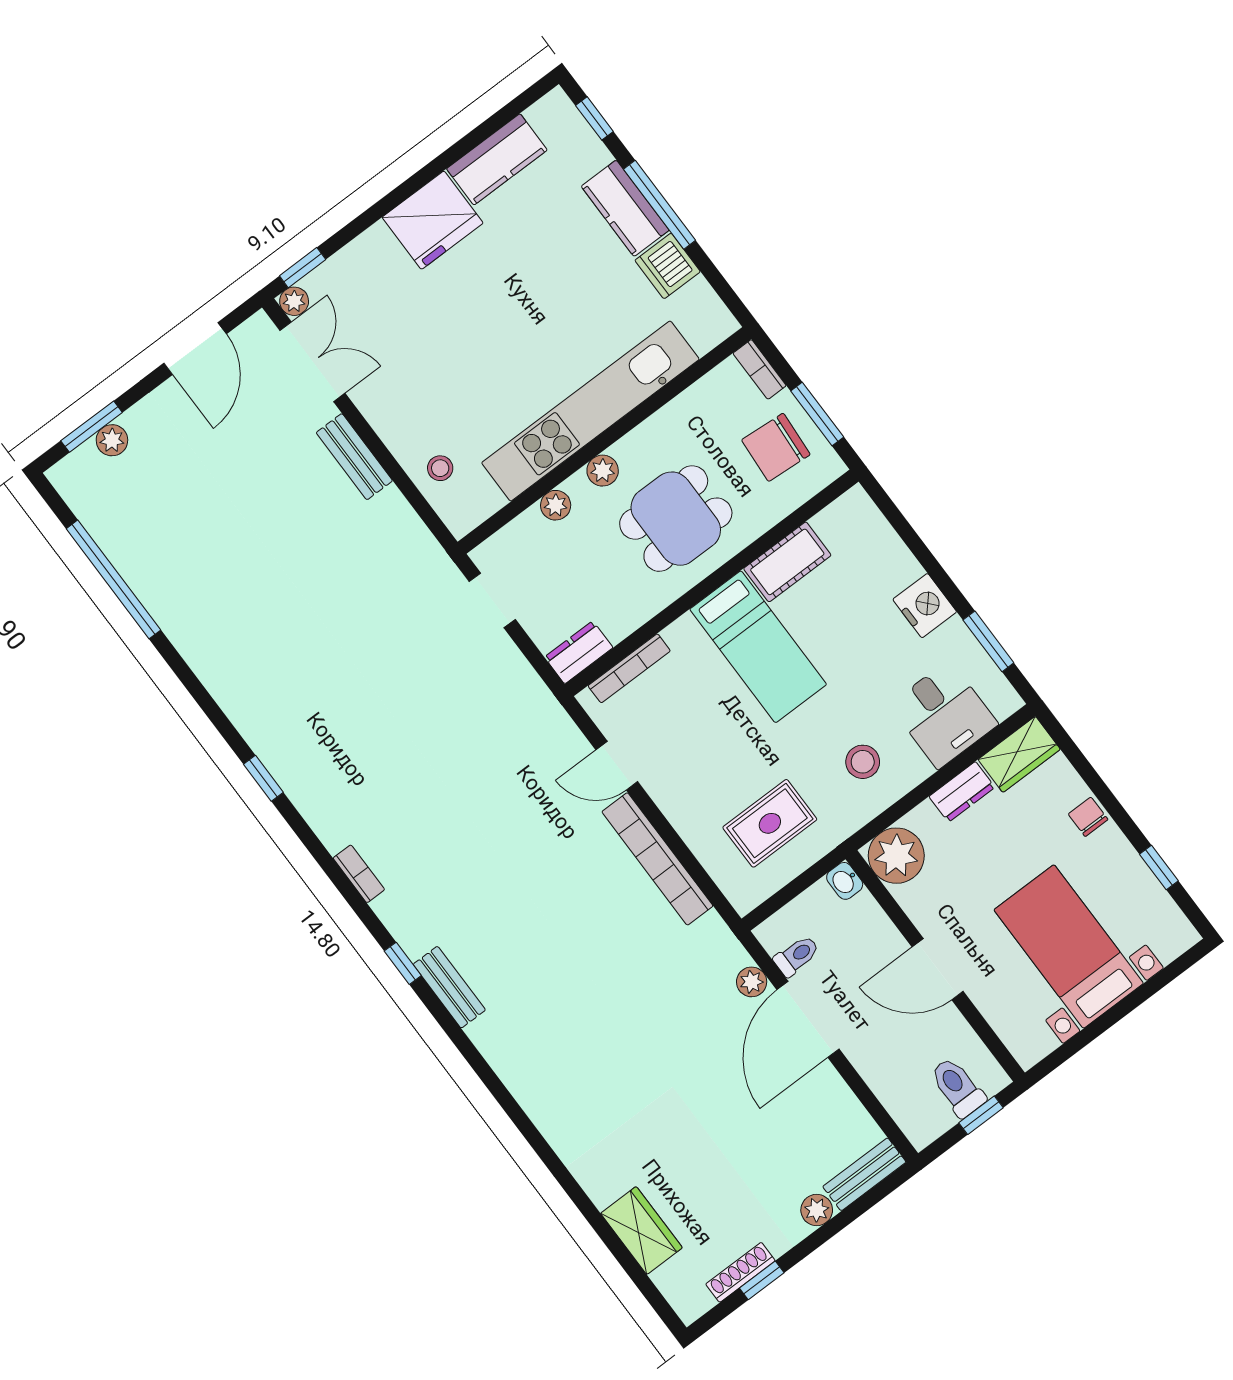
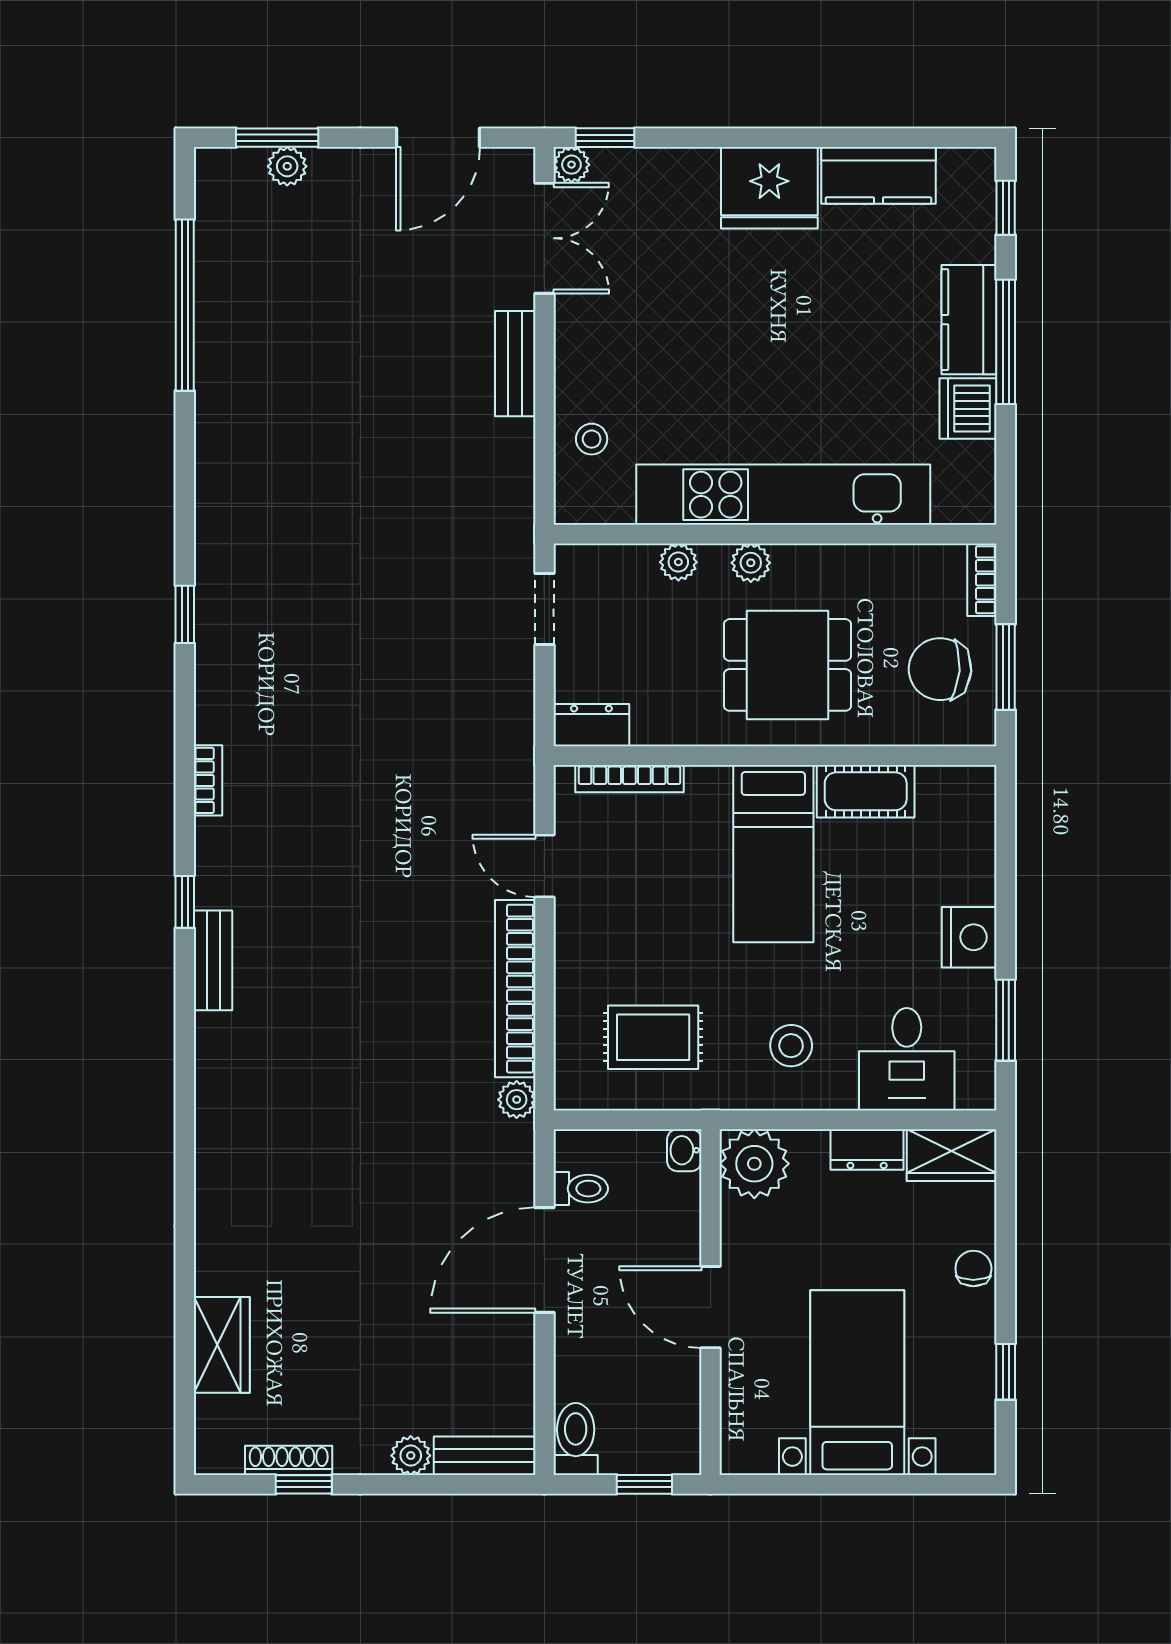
plant: (752, 982) -> (517, 1100), moved
toilet: (958, 1087) -> (576, 1439), moved

